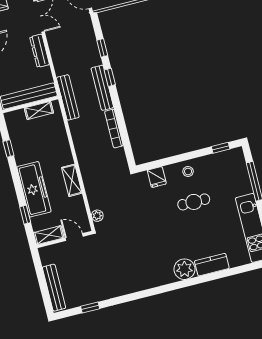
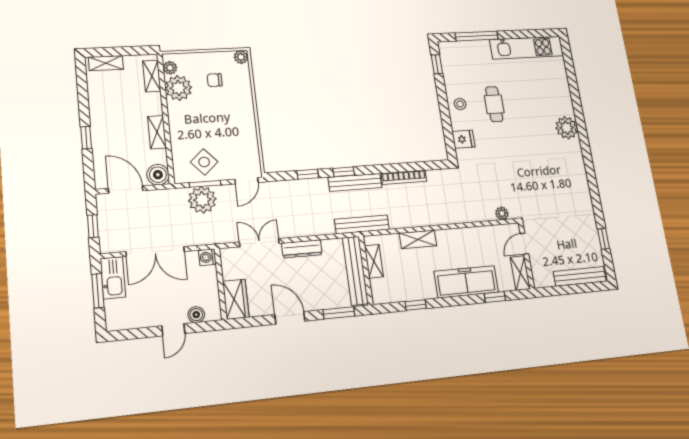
shelving: (72, 180) -> (418, 239), moved
kitchen counter: (212, 265) -> (563, 98), removed

